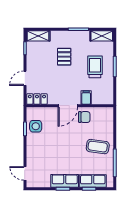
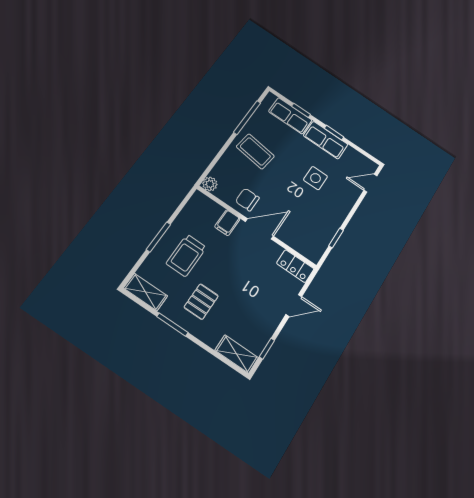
pallet: (64, 57) -> (201, 302), moved
plant: (109, 112) -> (210, 184), added
side table: (36, 126) -> (315, 178), moved
door: (25, 173) -> (370, 183), swing flipped

